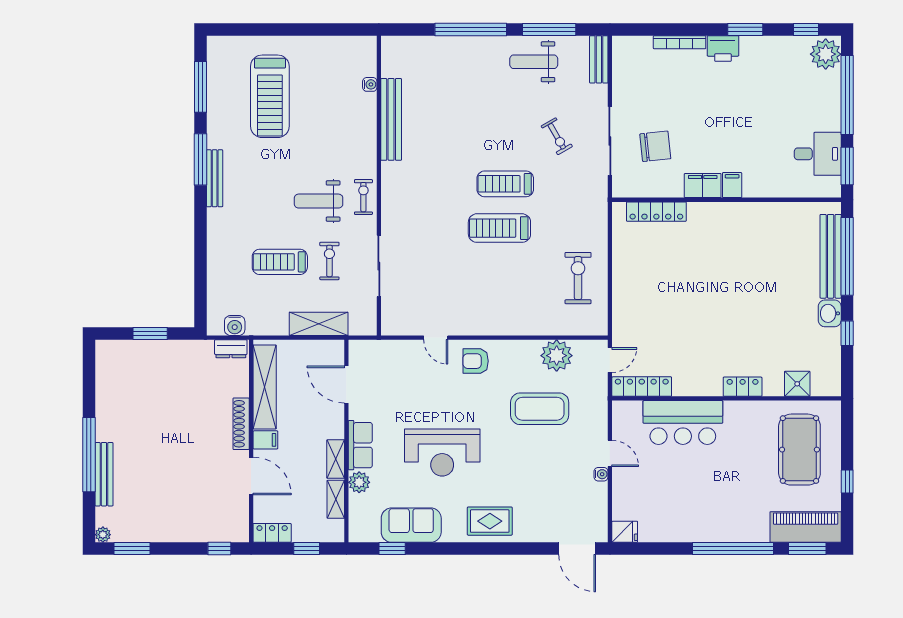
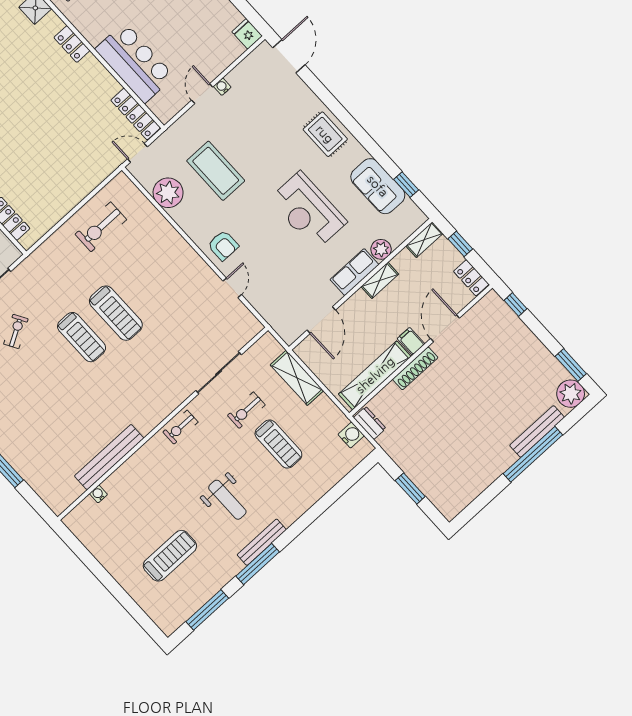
treadmill: (270, 96) -> (170, 556), width x0.73, depth x0.73
weight bench: (319, 201) -> (227, 500), moved
reception desk: (442, 453) -> (308, 211), turned 180
shelving: (336, 499) -> (424, 240), moved
plant: (103, 535) -> (571, 394), width x1.88, depth x1.88

